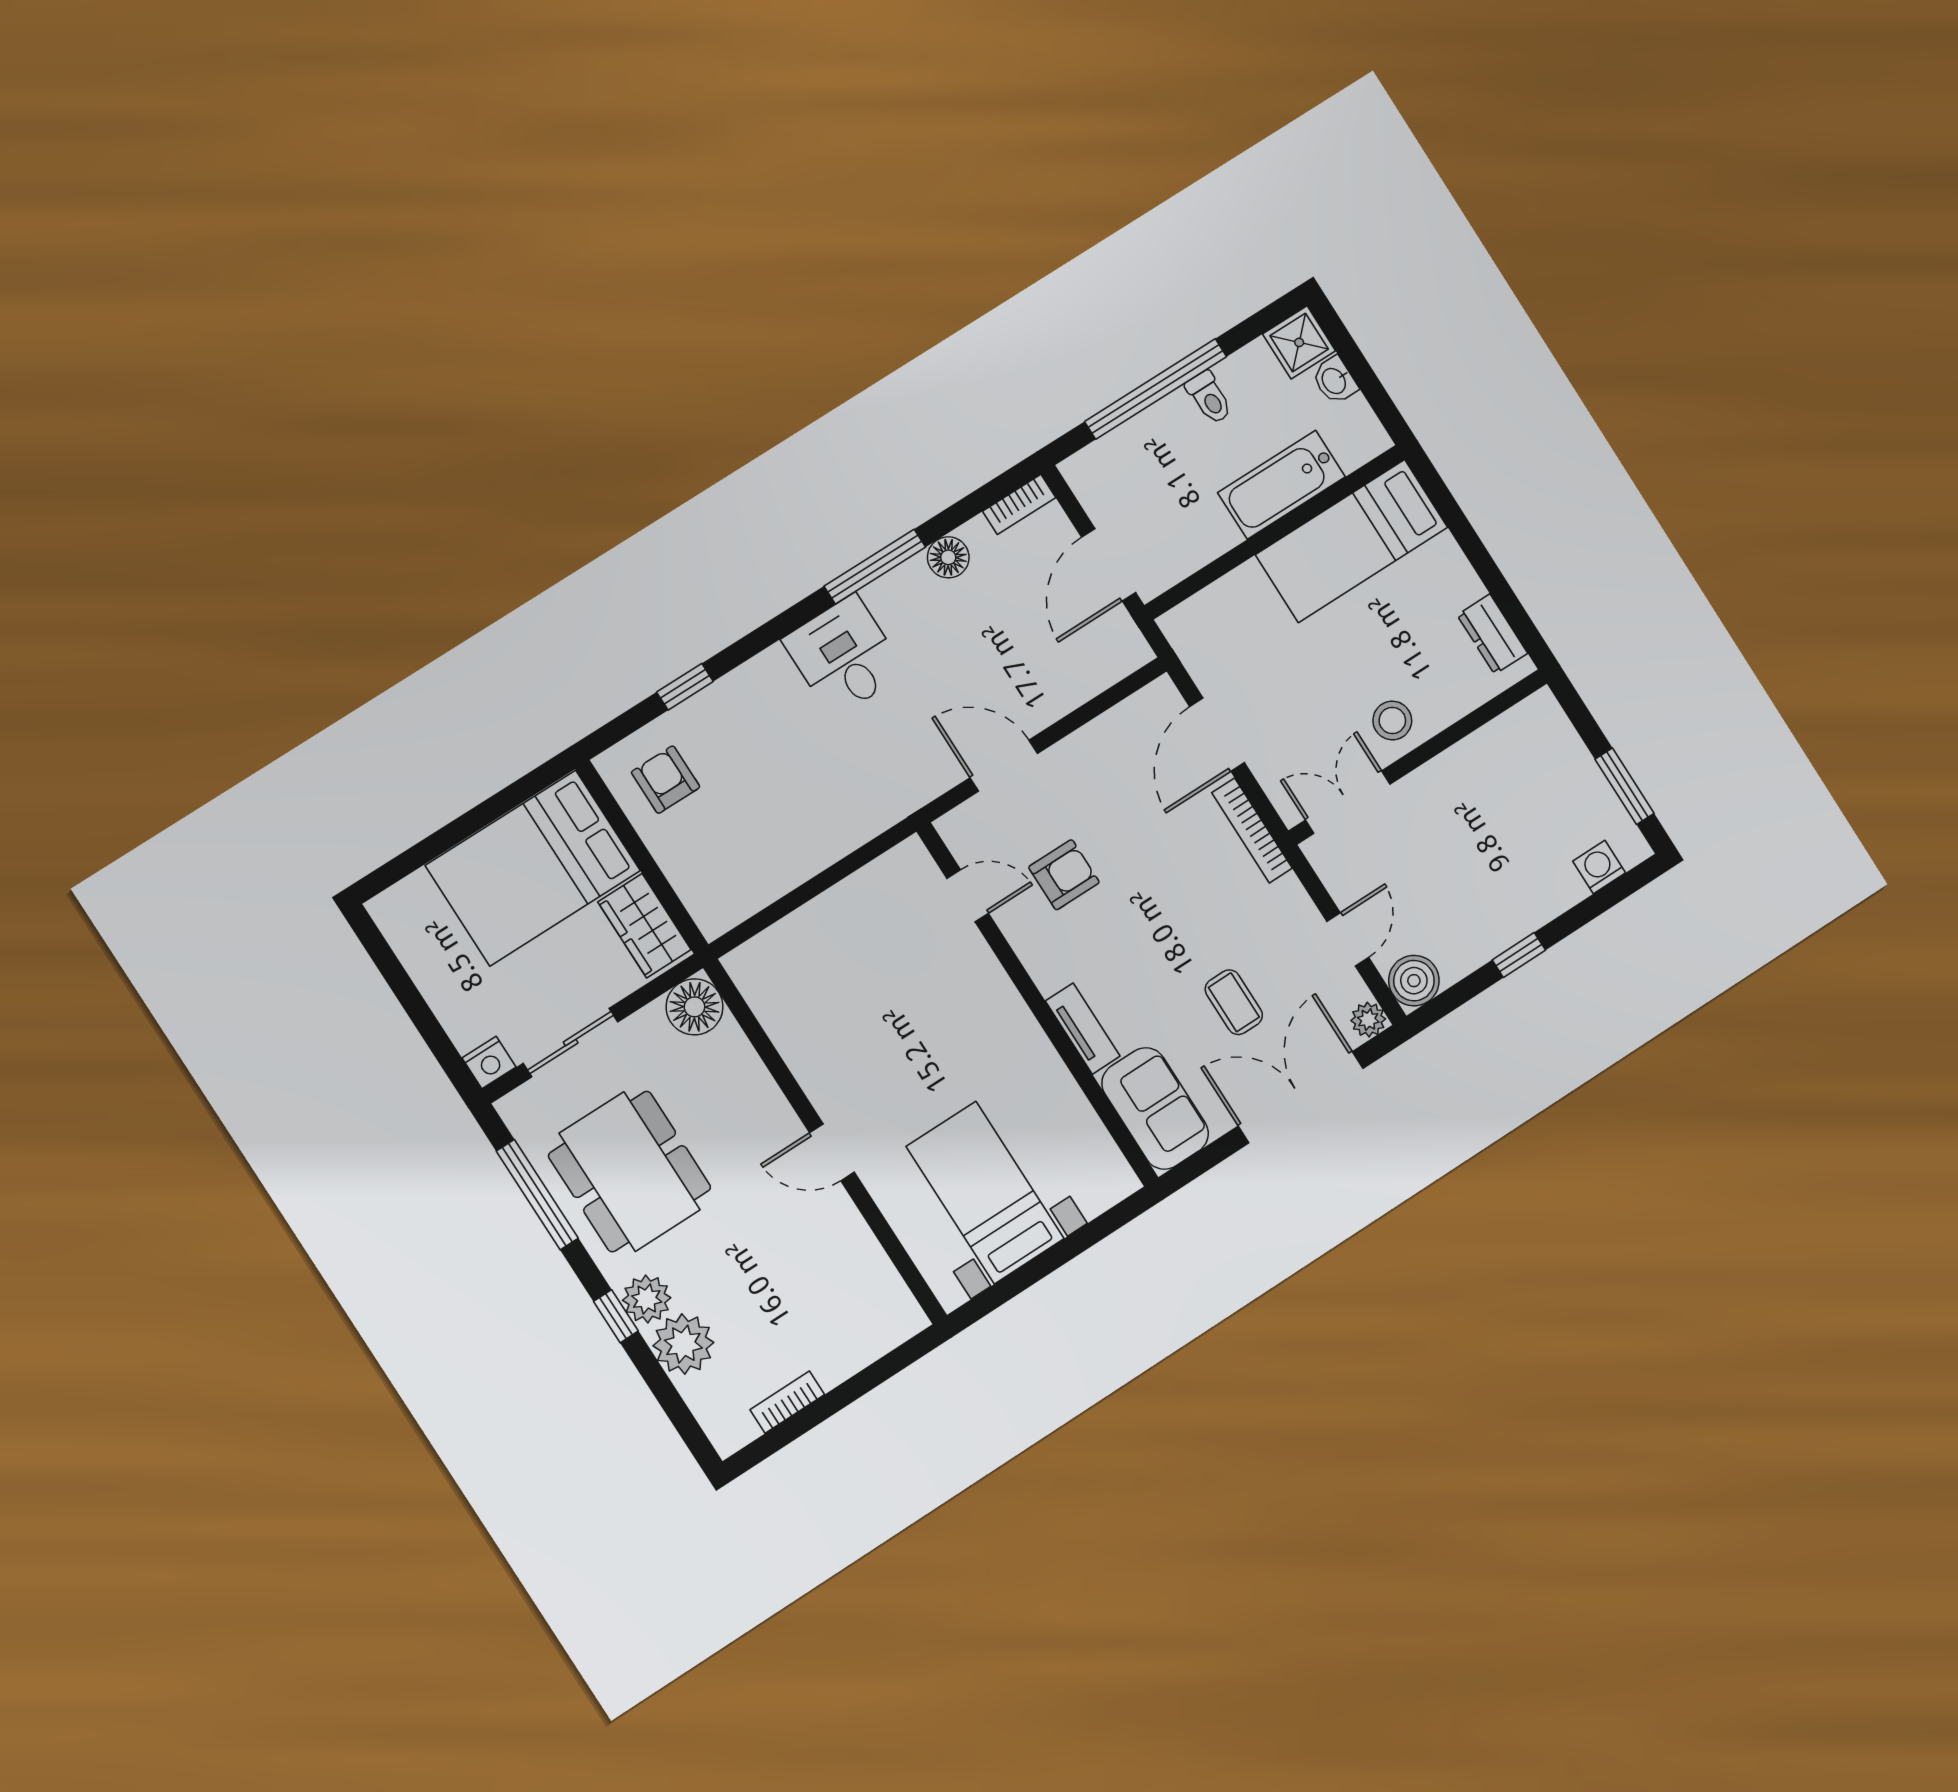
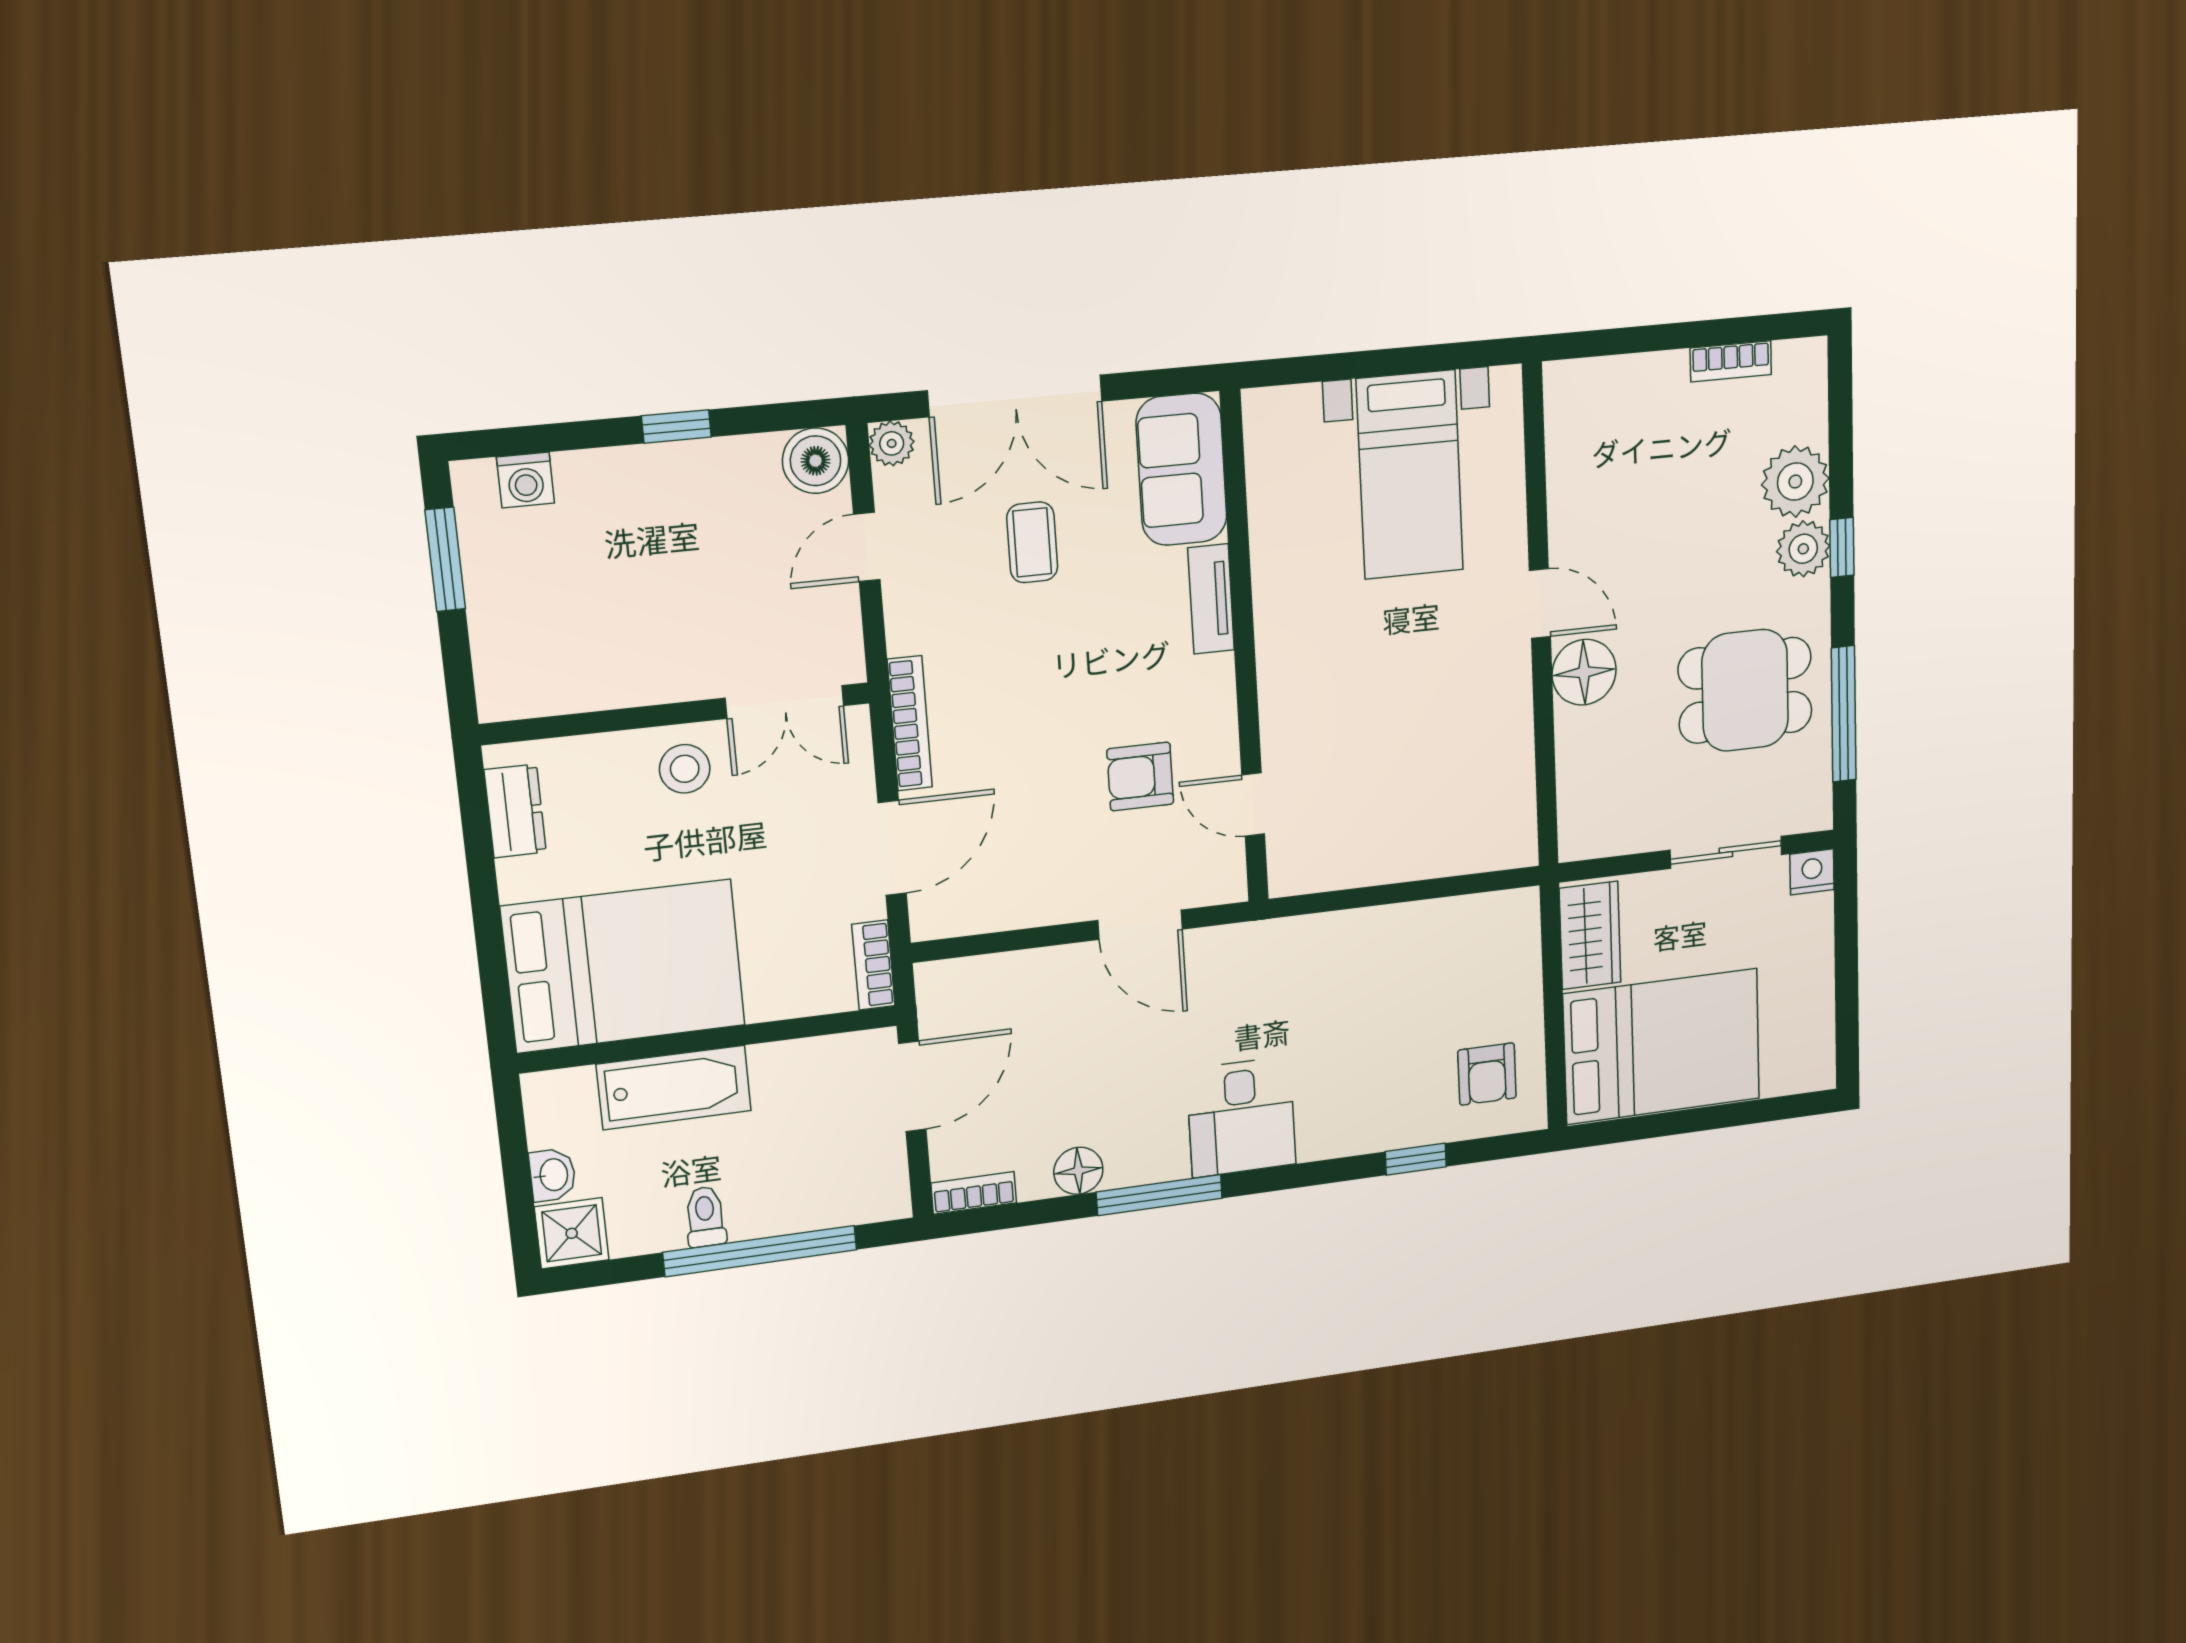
bed: (1352, 541) -> (624, 966), width x1.50
bookcase: (1185, 642) -> (873, 965), added
floor lamp: (695, 1007) -> (1584, 672), moved
dining table: (630, 1172) -> (1745, 690), width x0.73

